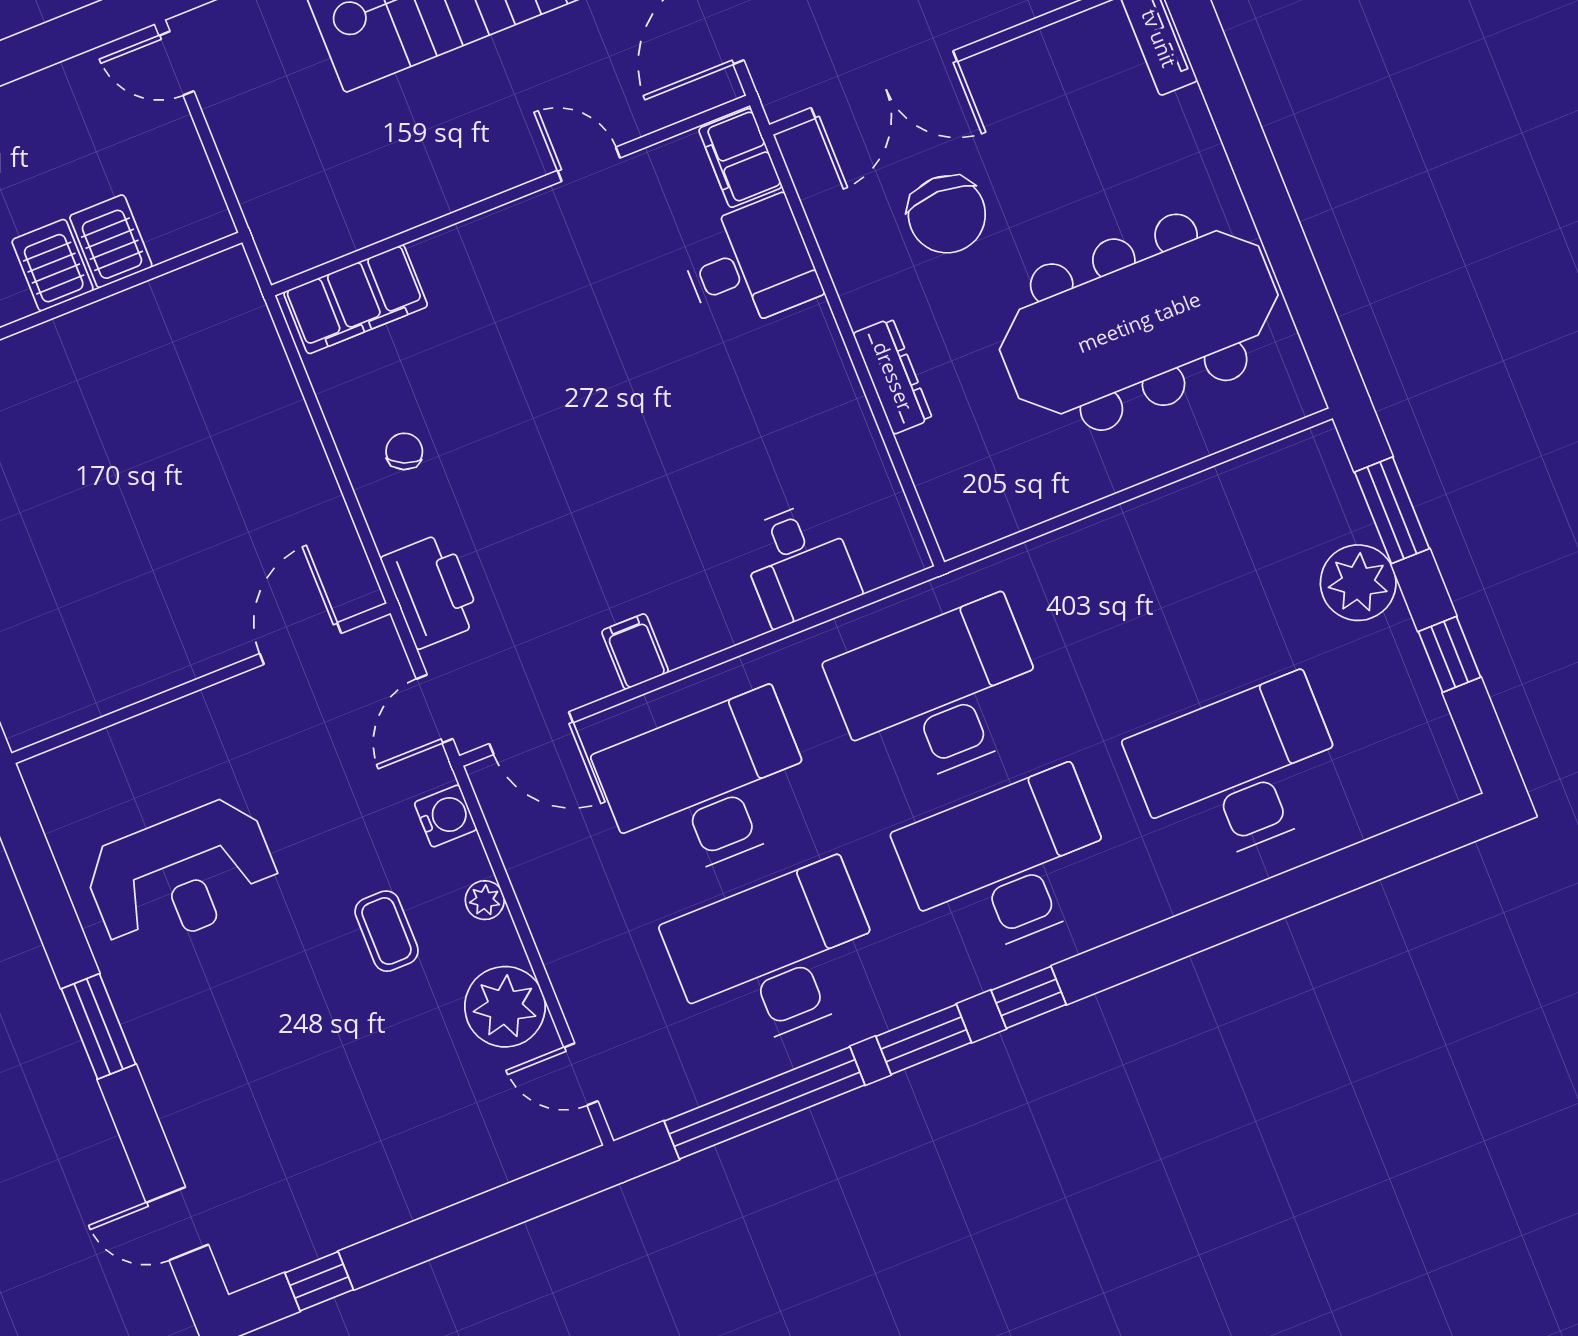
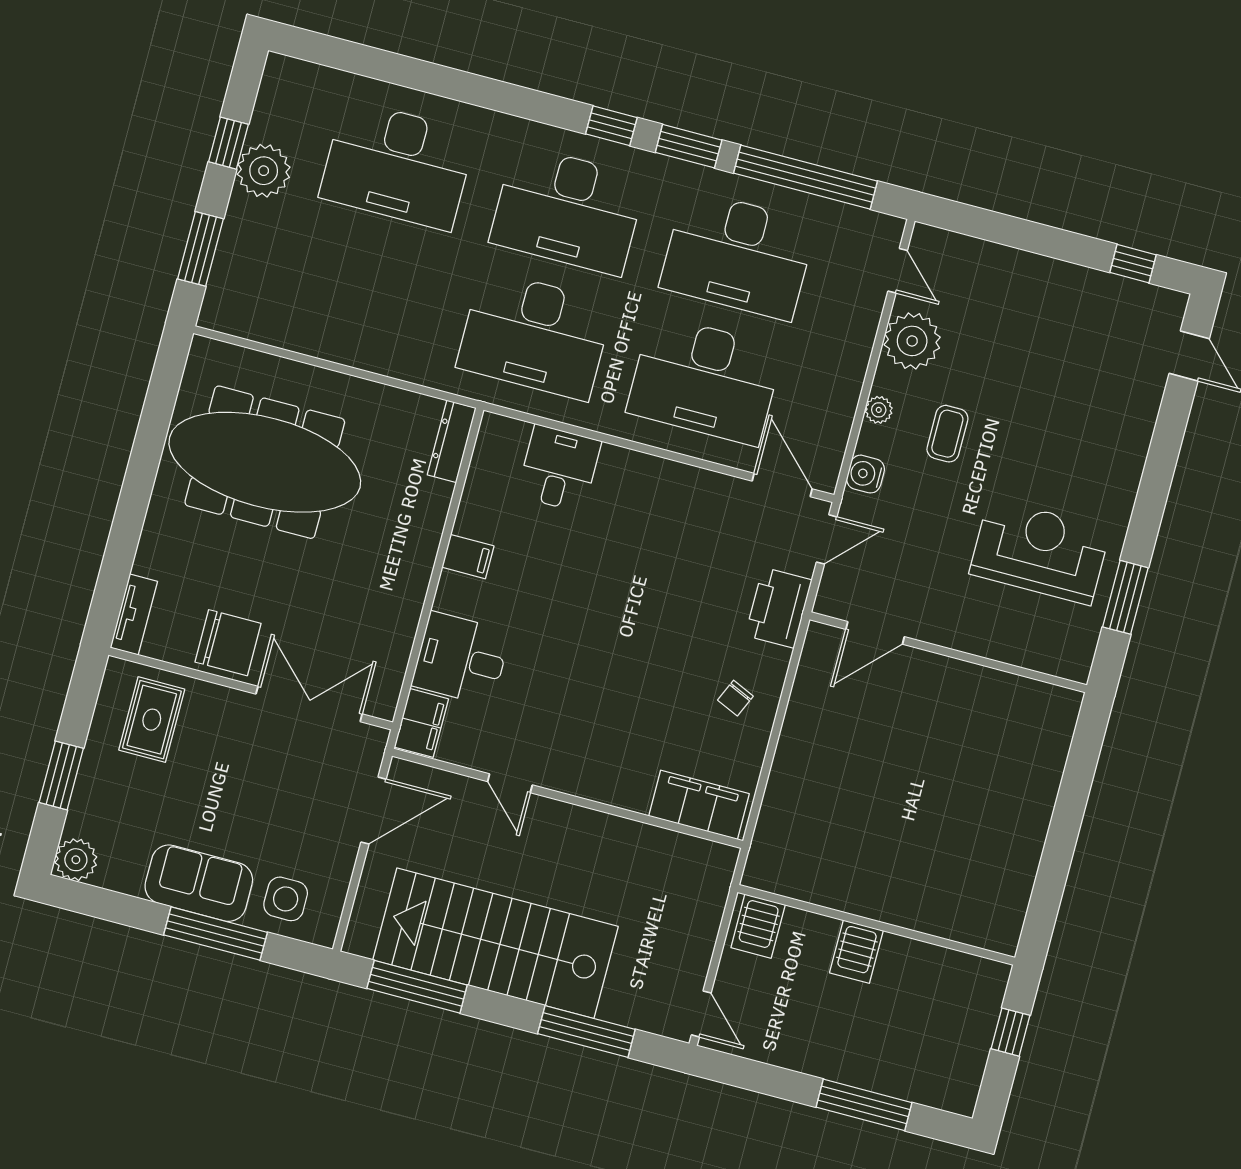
chair: (947, 214) -> (228, 643), moved, turned 90
server rack: (111, 241) -> (758, 926), moved
dresser: (893, 376) -> (452, 441), moved
plant: (1358, 583) -> (264, 171), moved
filing cabinet: (635, 652) -> (468, 557), moved, turned -90
window: (98, 1026) -> (1125, 597), moved

